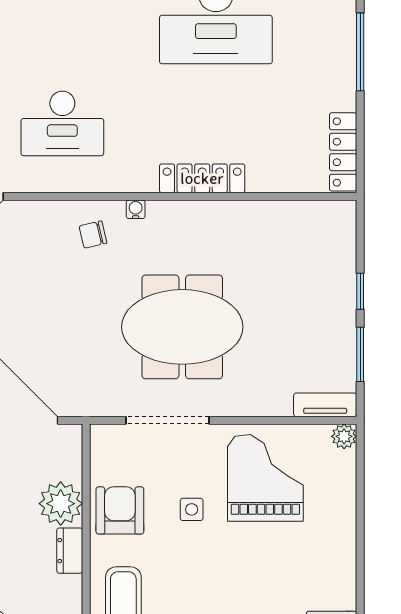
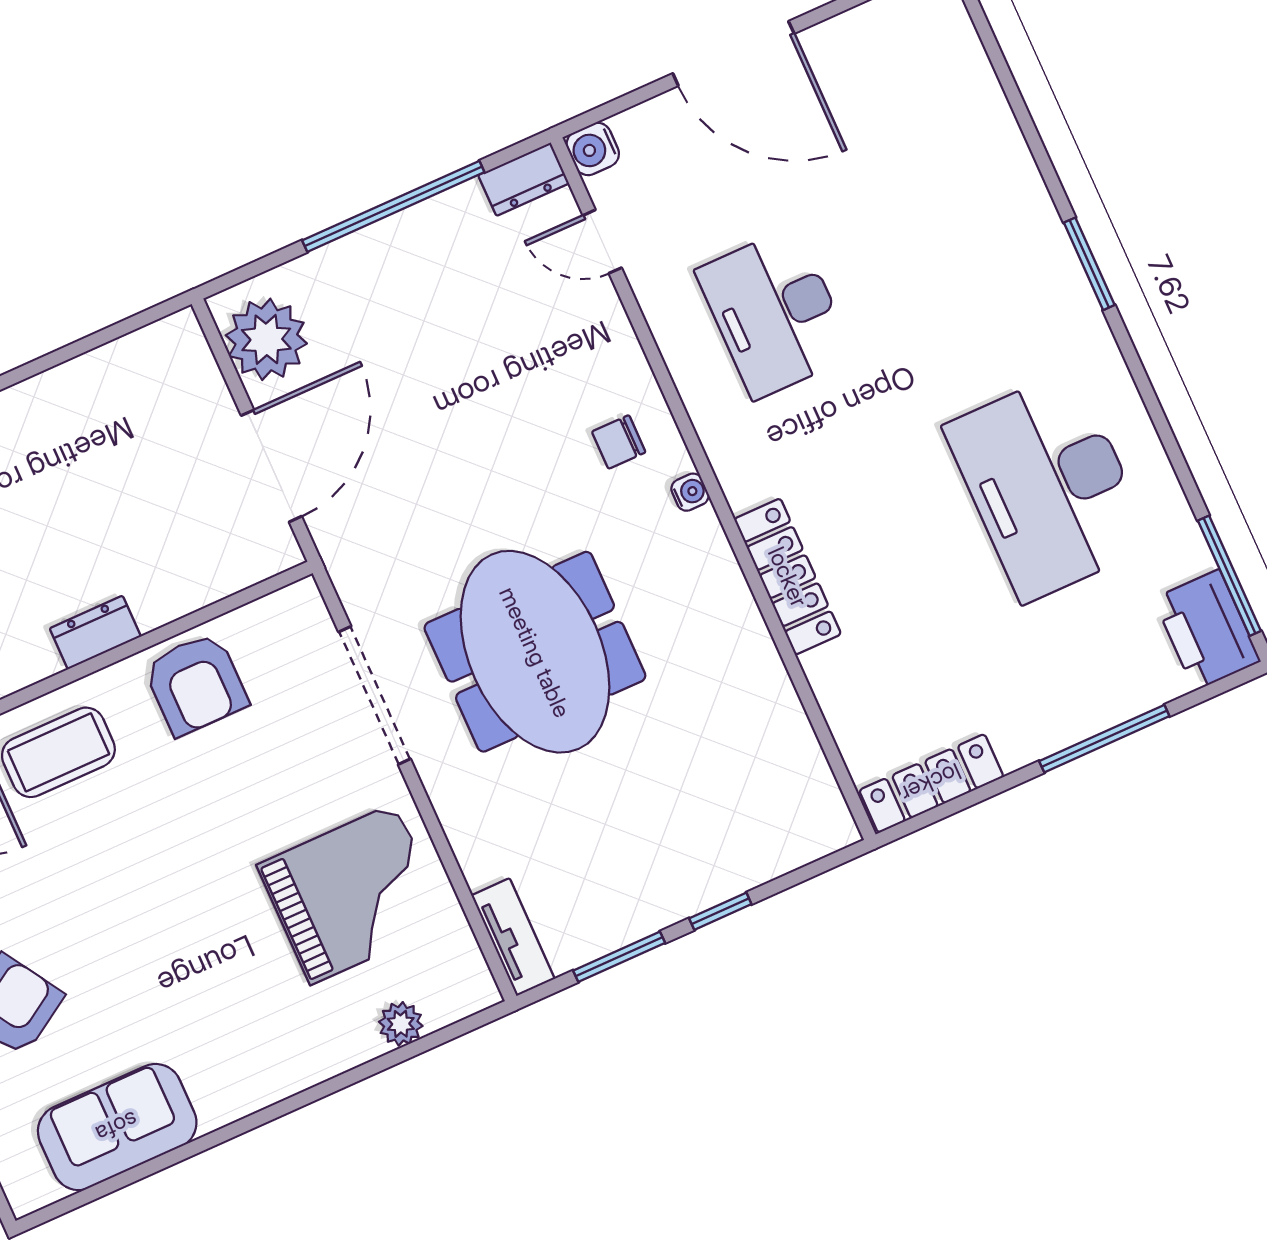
chair: (93, 235) -> (619, 442), turned -77
plant: (344, 436) -> (401, 1024), moved
plant: (61, 504) -> (164, 584), removed
side table: (192, 509) -> (249, 798), removed
armchair: (120, 510) -> (196, 684), turned 90

